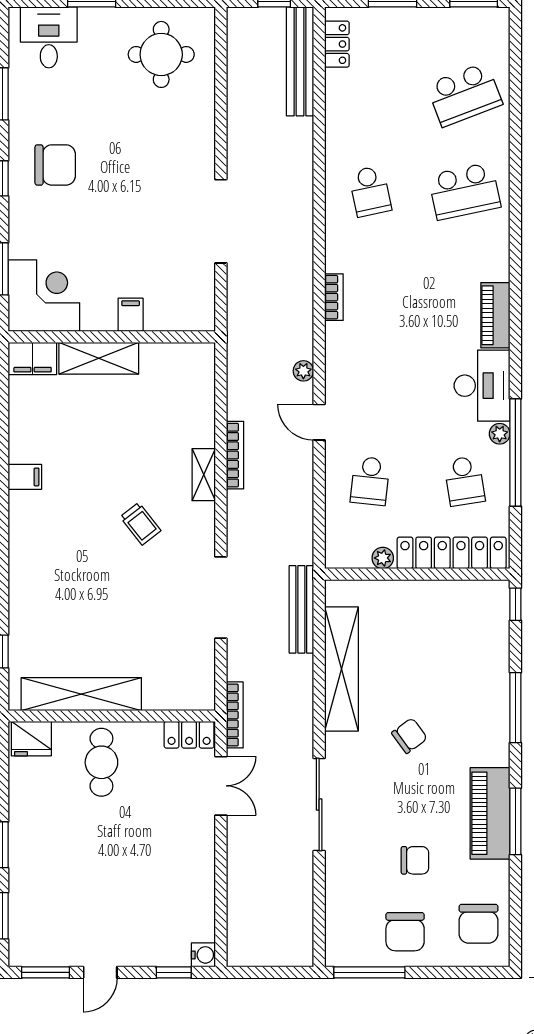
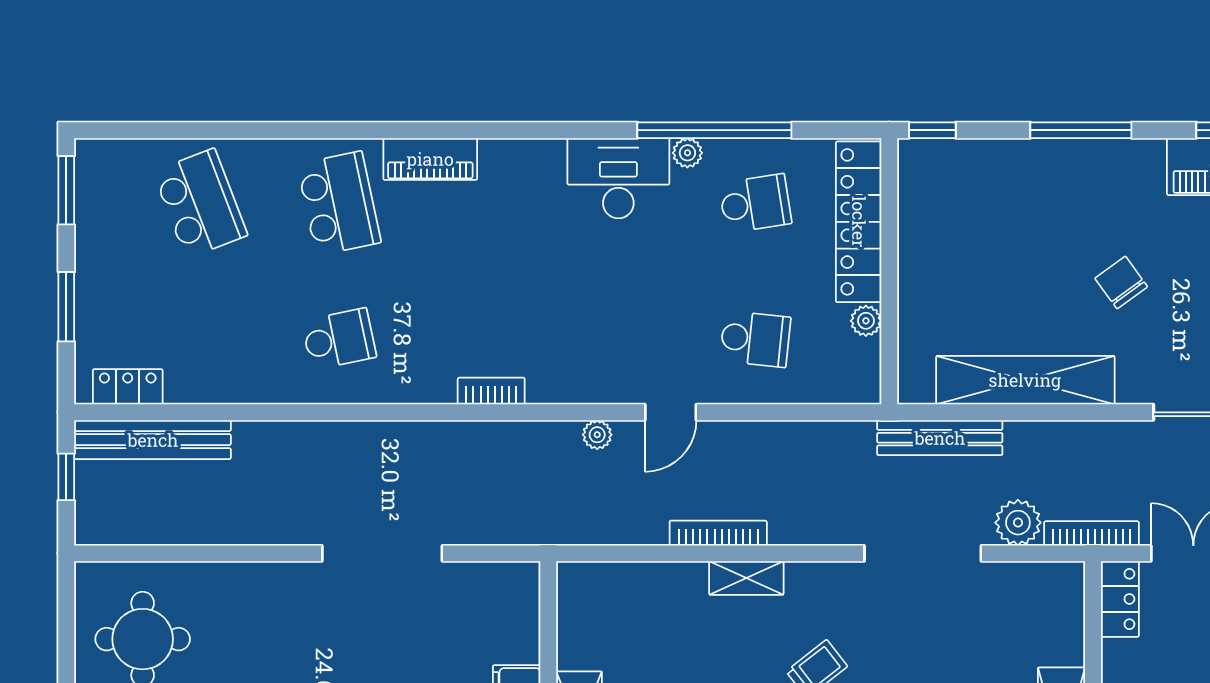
piano: (495, 315) -> (430, 159), moved
plant: (242, 664) -> (1018, 523), added

